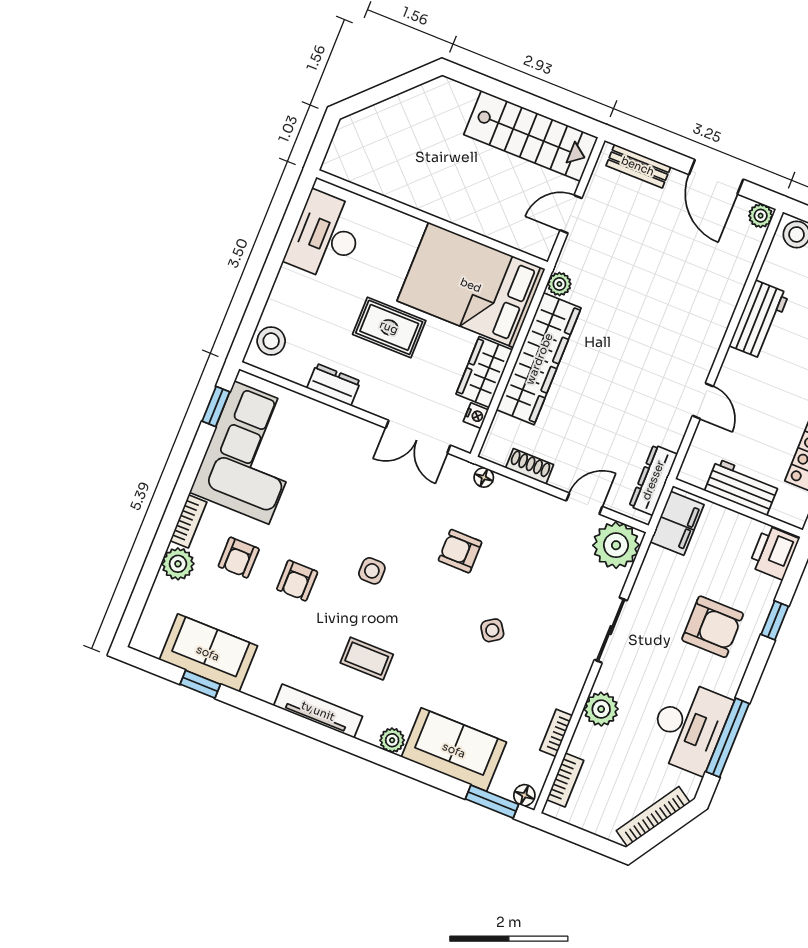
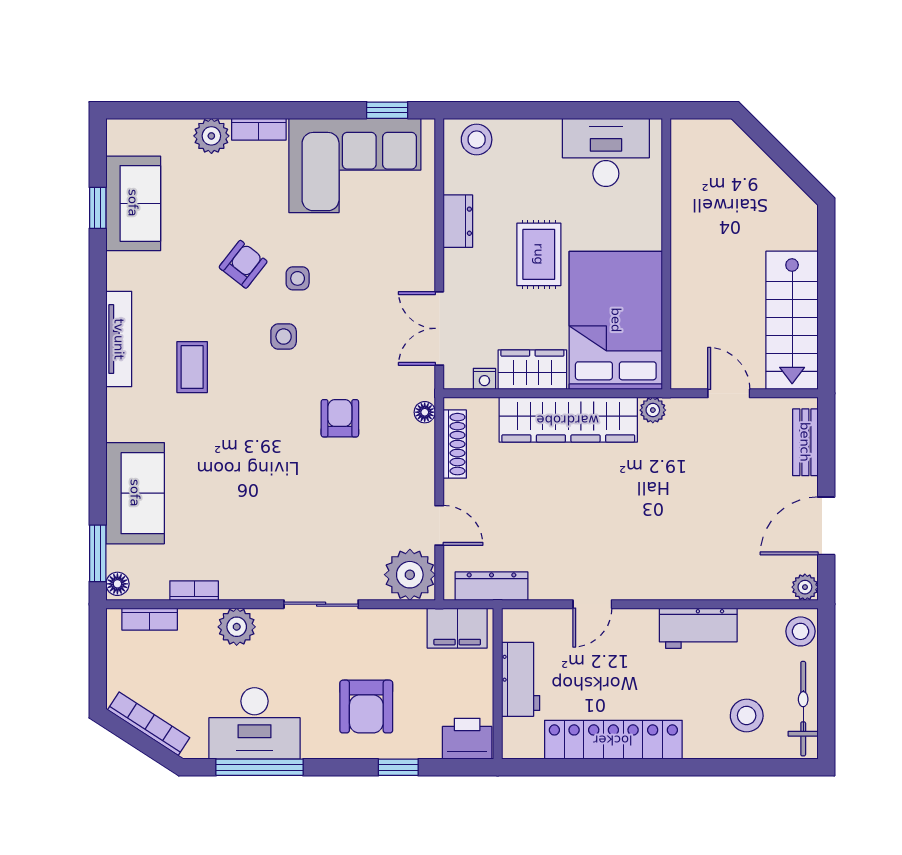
shoe rack: (530, 466) -> (455, 444), width x1.43
armchair: (239, 558) -> (243, 195), removed
armchair: (297, 581) -> (243, 264), turned 128
side table: (492, 630) -> (298, 278), moved, turned 34
plant: (392, 740) -> (119, 426), removed

